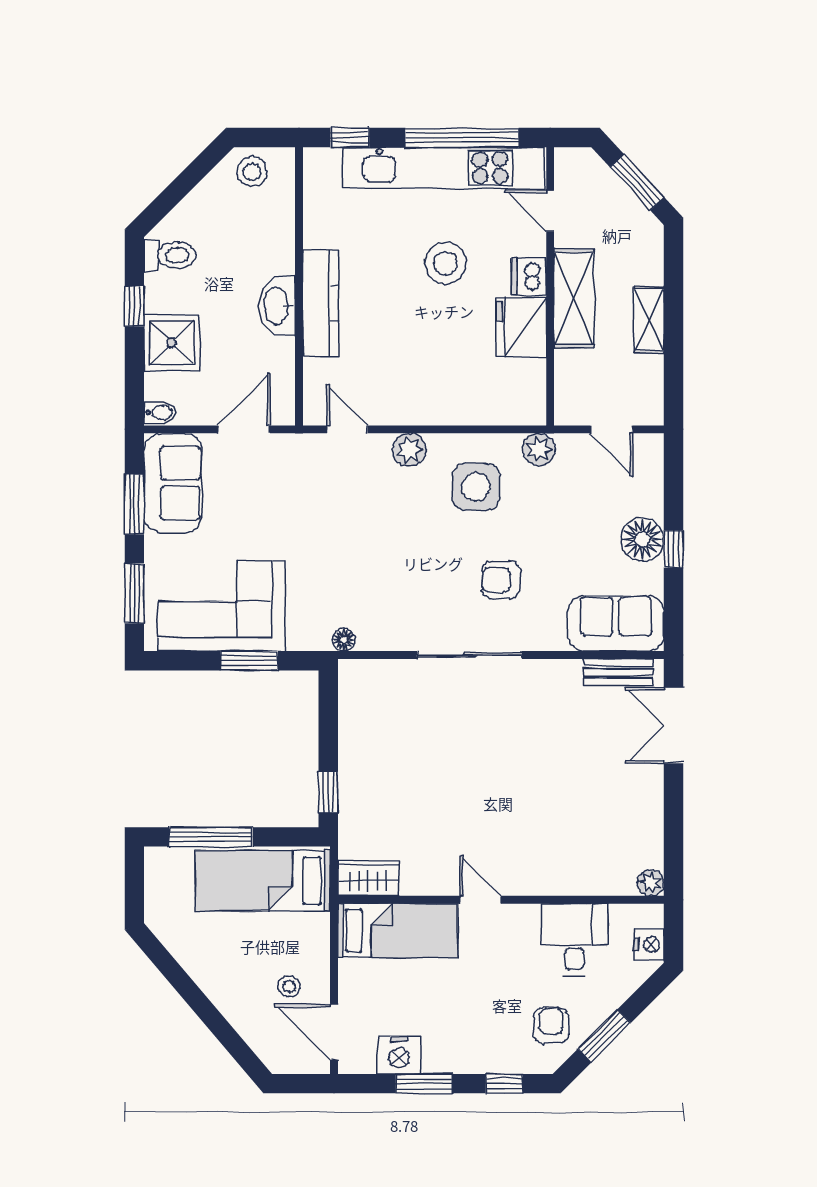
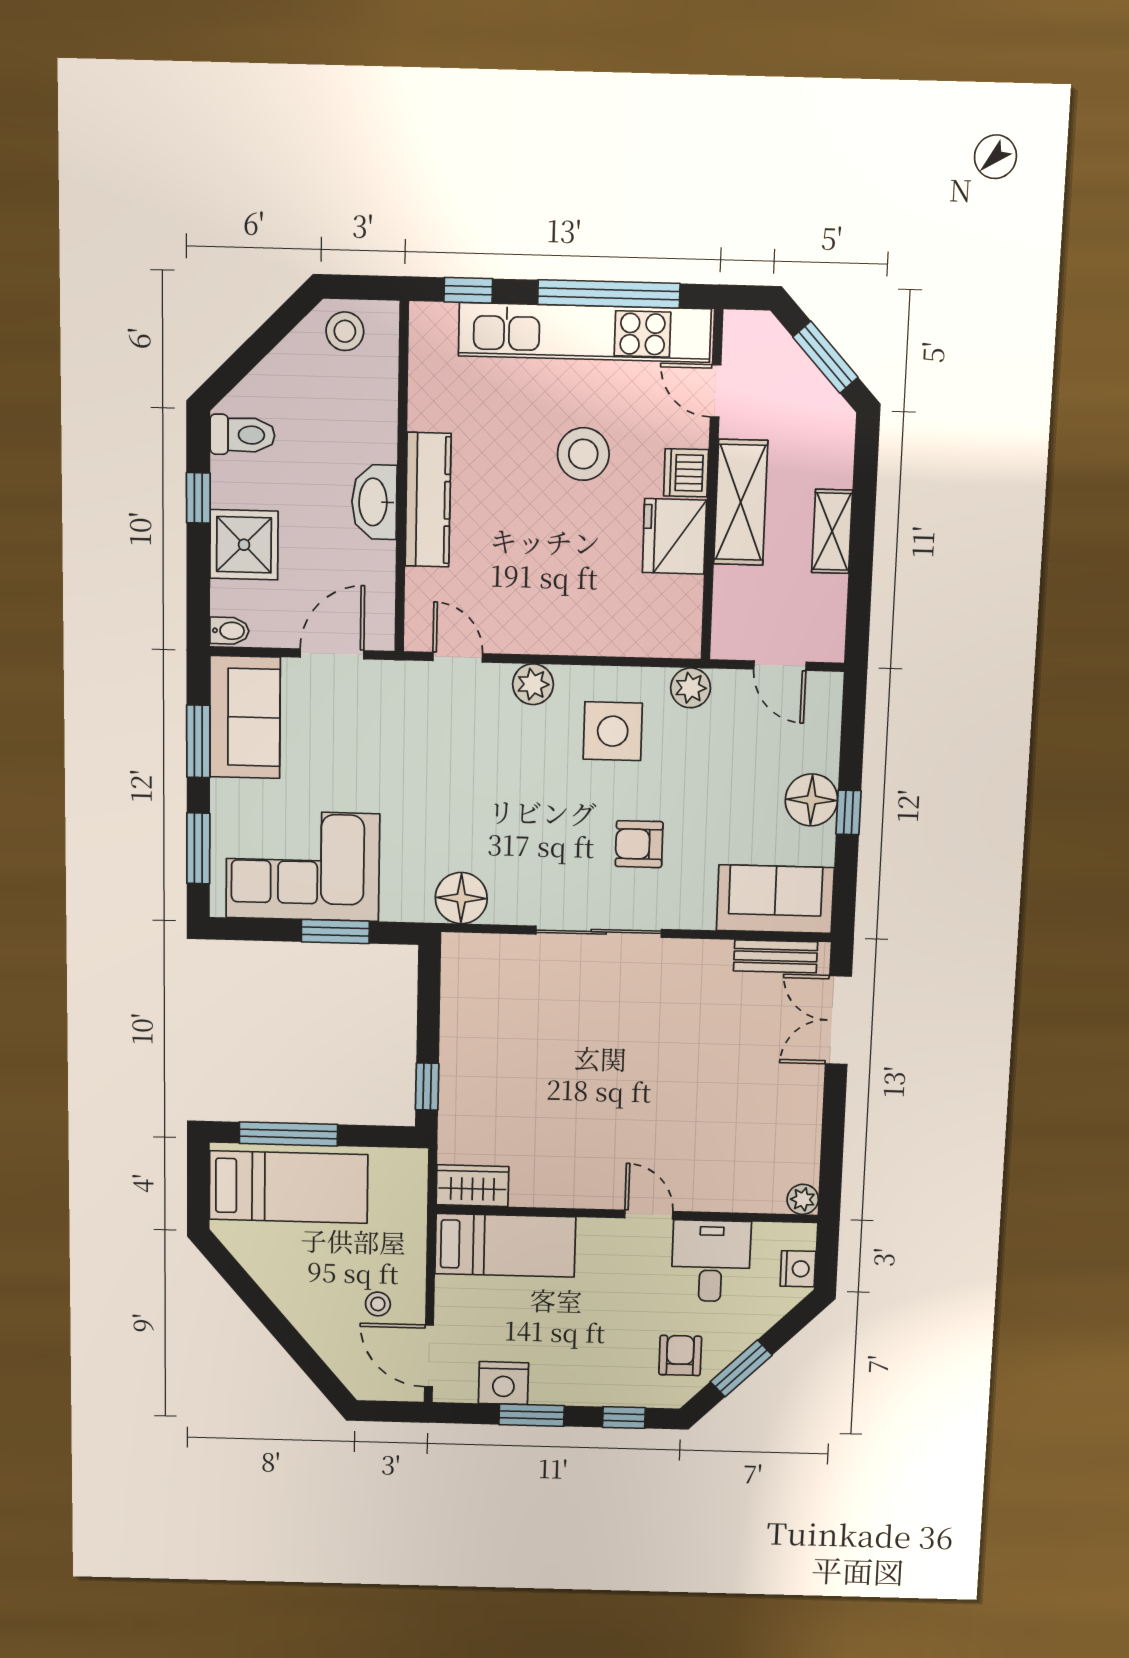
floor lamp: (344, 640) -> (461, 898), width x1.89, depth x1.89
bed: (263, 881) -> (288, 1187), moved, turned 180
door: (480, 900) -> (649, 1215), moved

